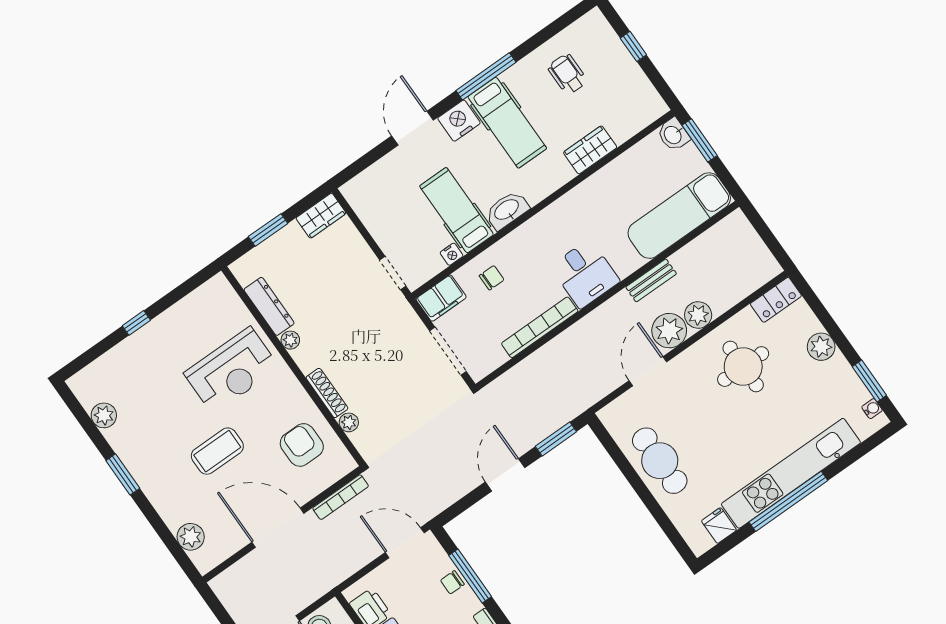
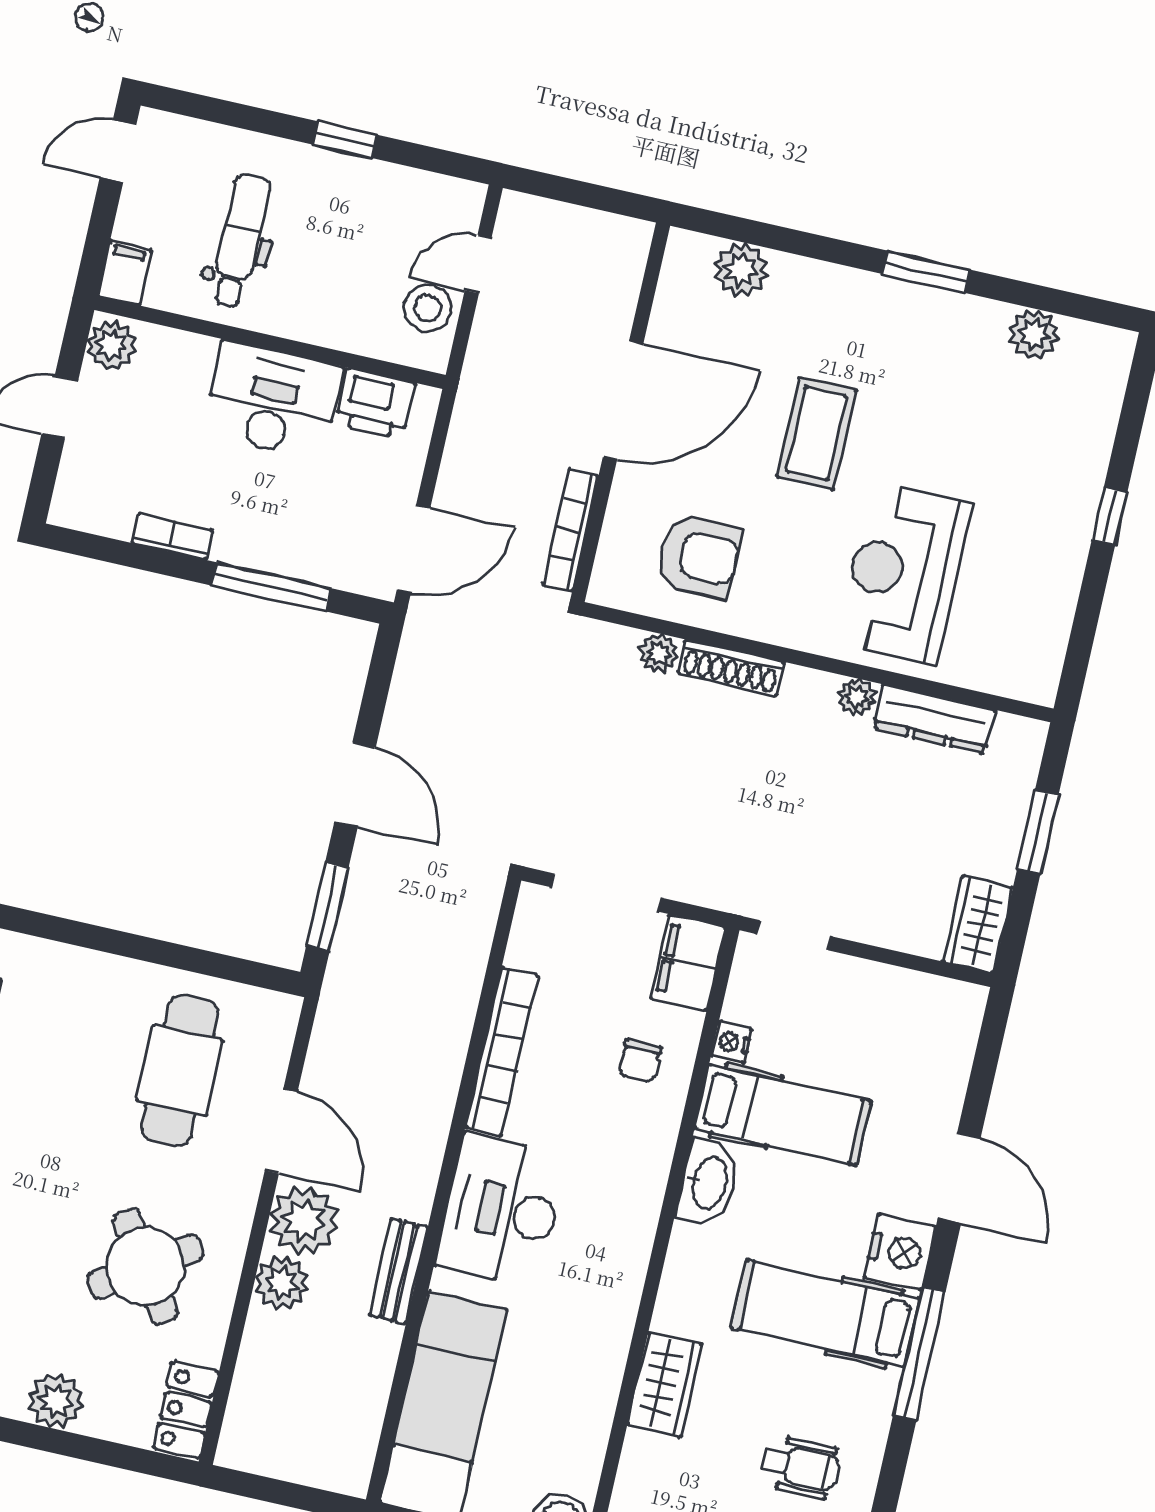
desk: (585, 274) -> (502, 1210), width x1.37
round table: (743, 367) -> (145, 1266), turned -34
cafe table: (660, 461) -> (180, 1070), moved, turned 90
chair: (452, 582) -> (289, 553), removed

